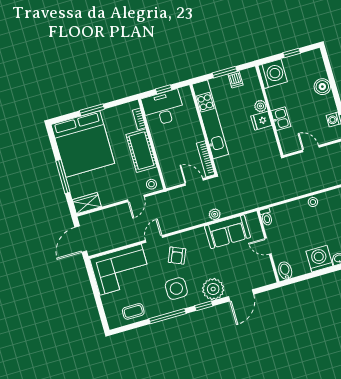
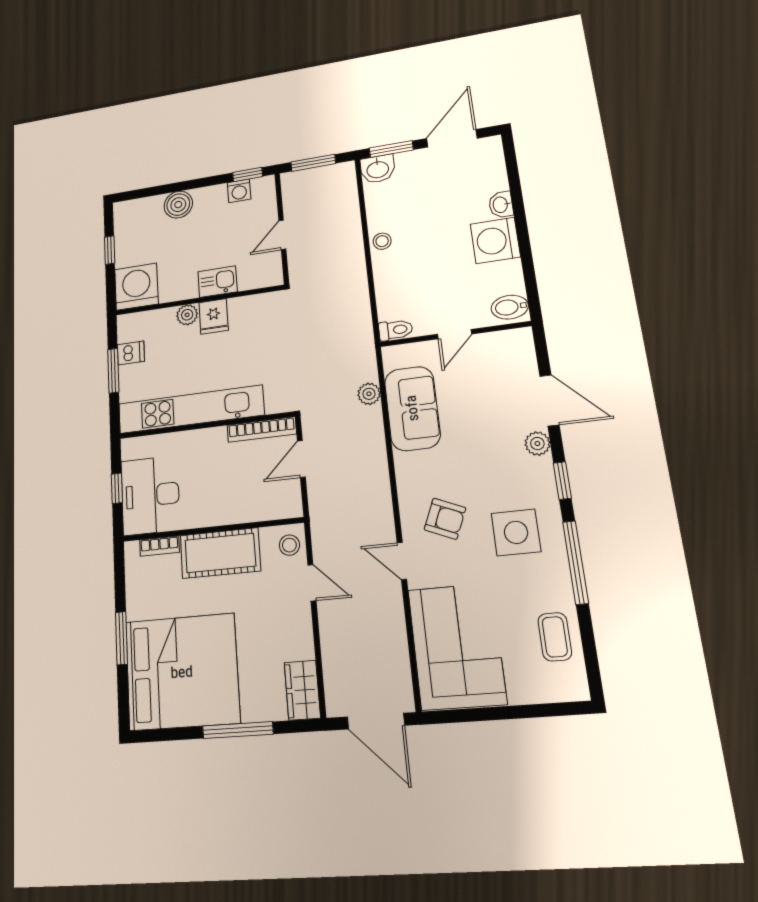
plant: (215, 214) -> (369, 394), moved
plant: (213, 289) -> (537, 444), width x0.53, depth x0.53

